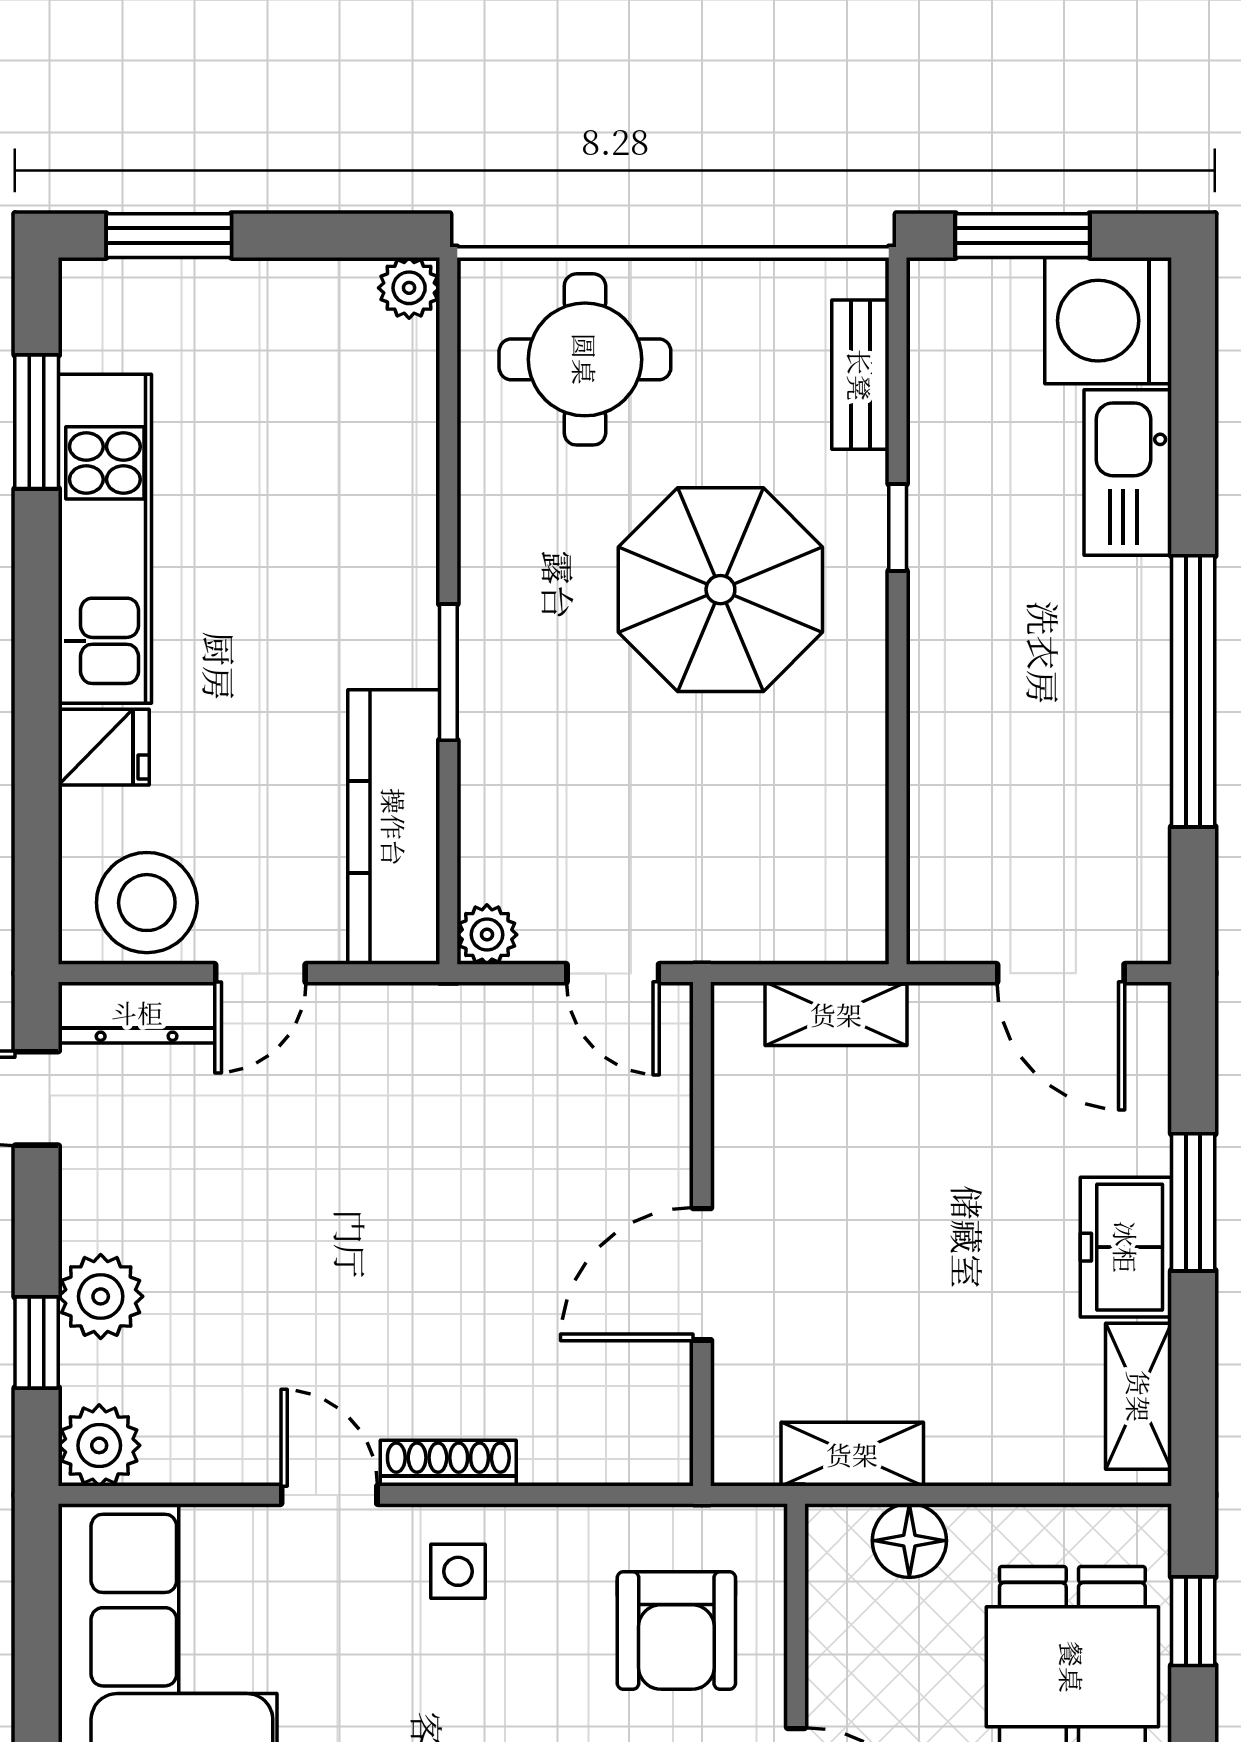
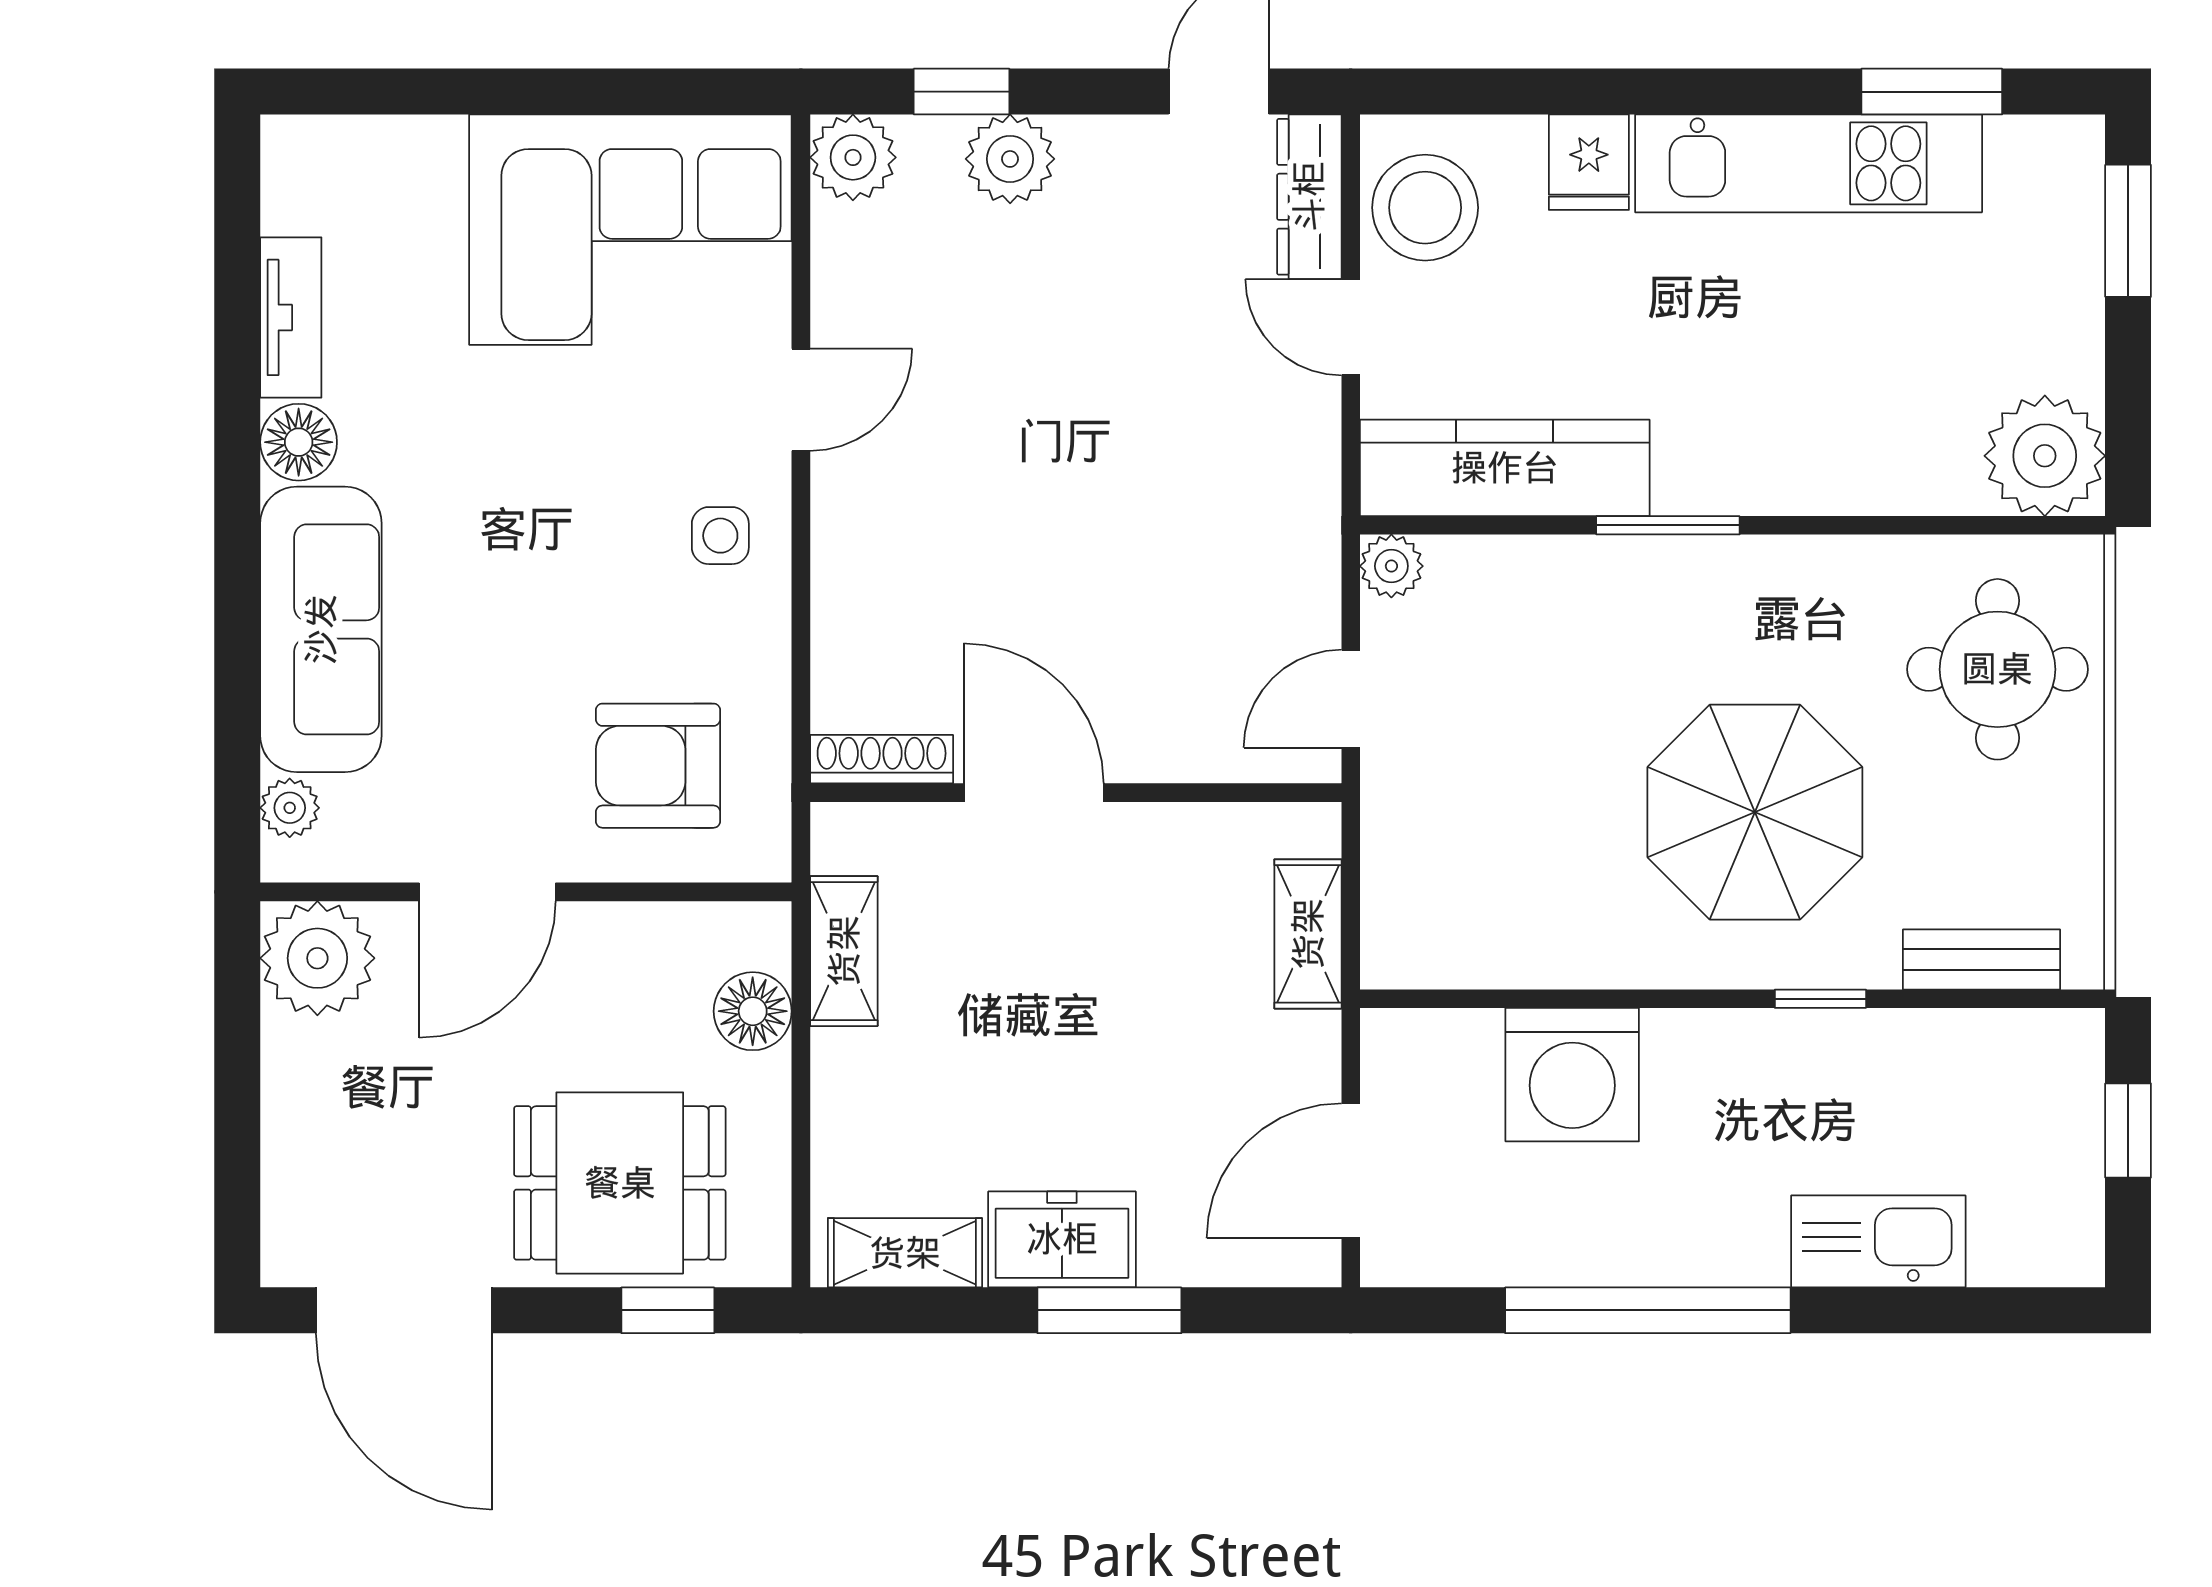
window: (1023, 236) -> (2128, 1130), width x0.67
plant: (409, 288) -> (2045, 456), width x1.87, depth x1.87
washing machine: (1108, 321) -> (1572, 1075), moved, turned 180
shoe rack: (448, 1463) -> (882, 759), moved, turned -90

